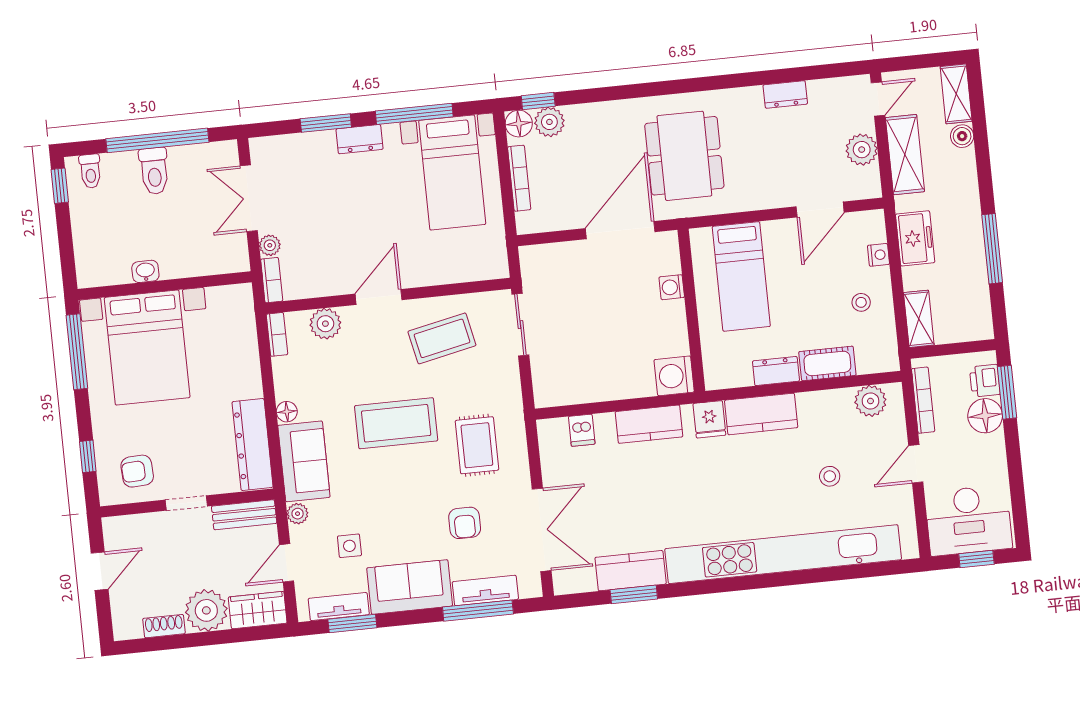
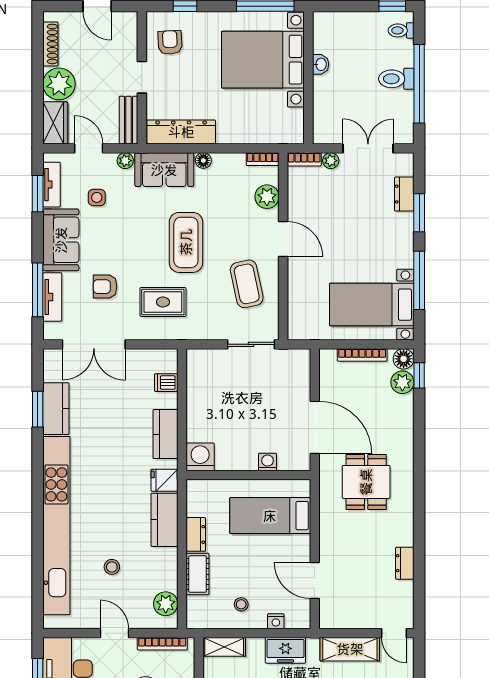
dresser: (359, 139) -> (404, 194), moved
plant: (862, 150) -> (357, 617), removed
dining table: (684, 156) -> (366, 482), width x0.73
shoe rack: (164, 626) -> (50, 44), width x1.43

